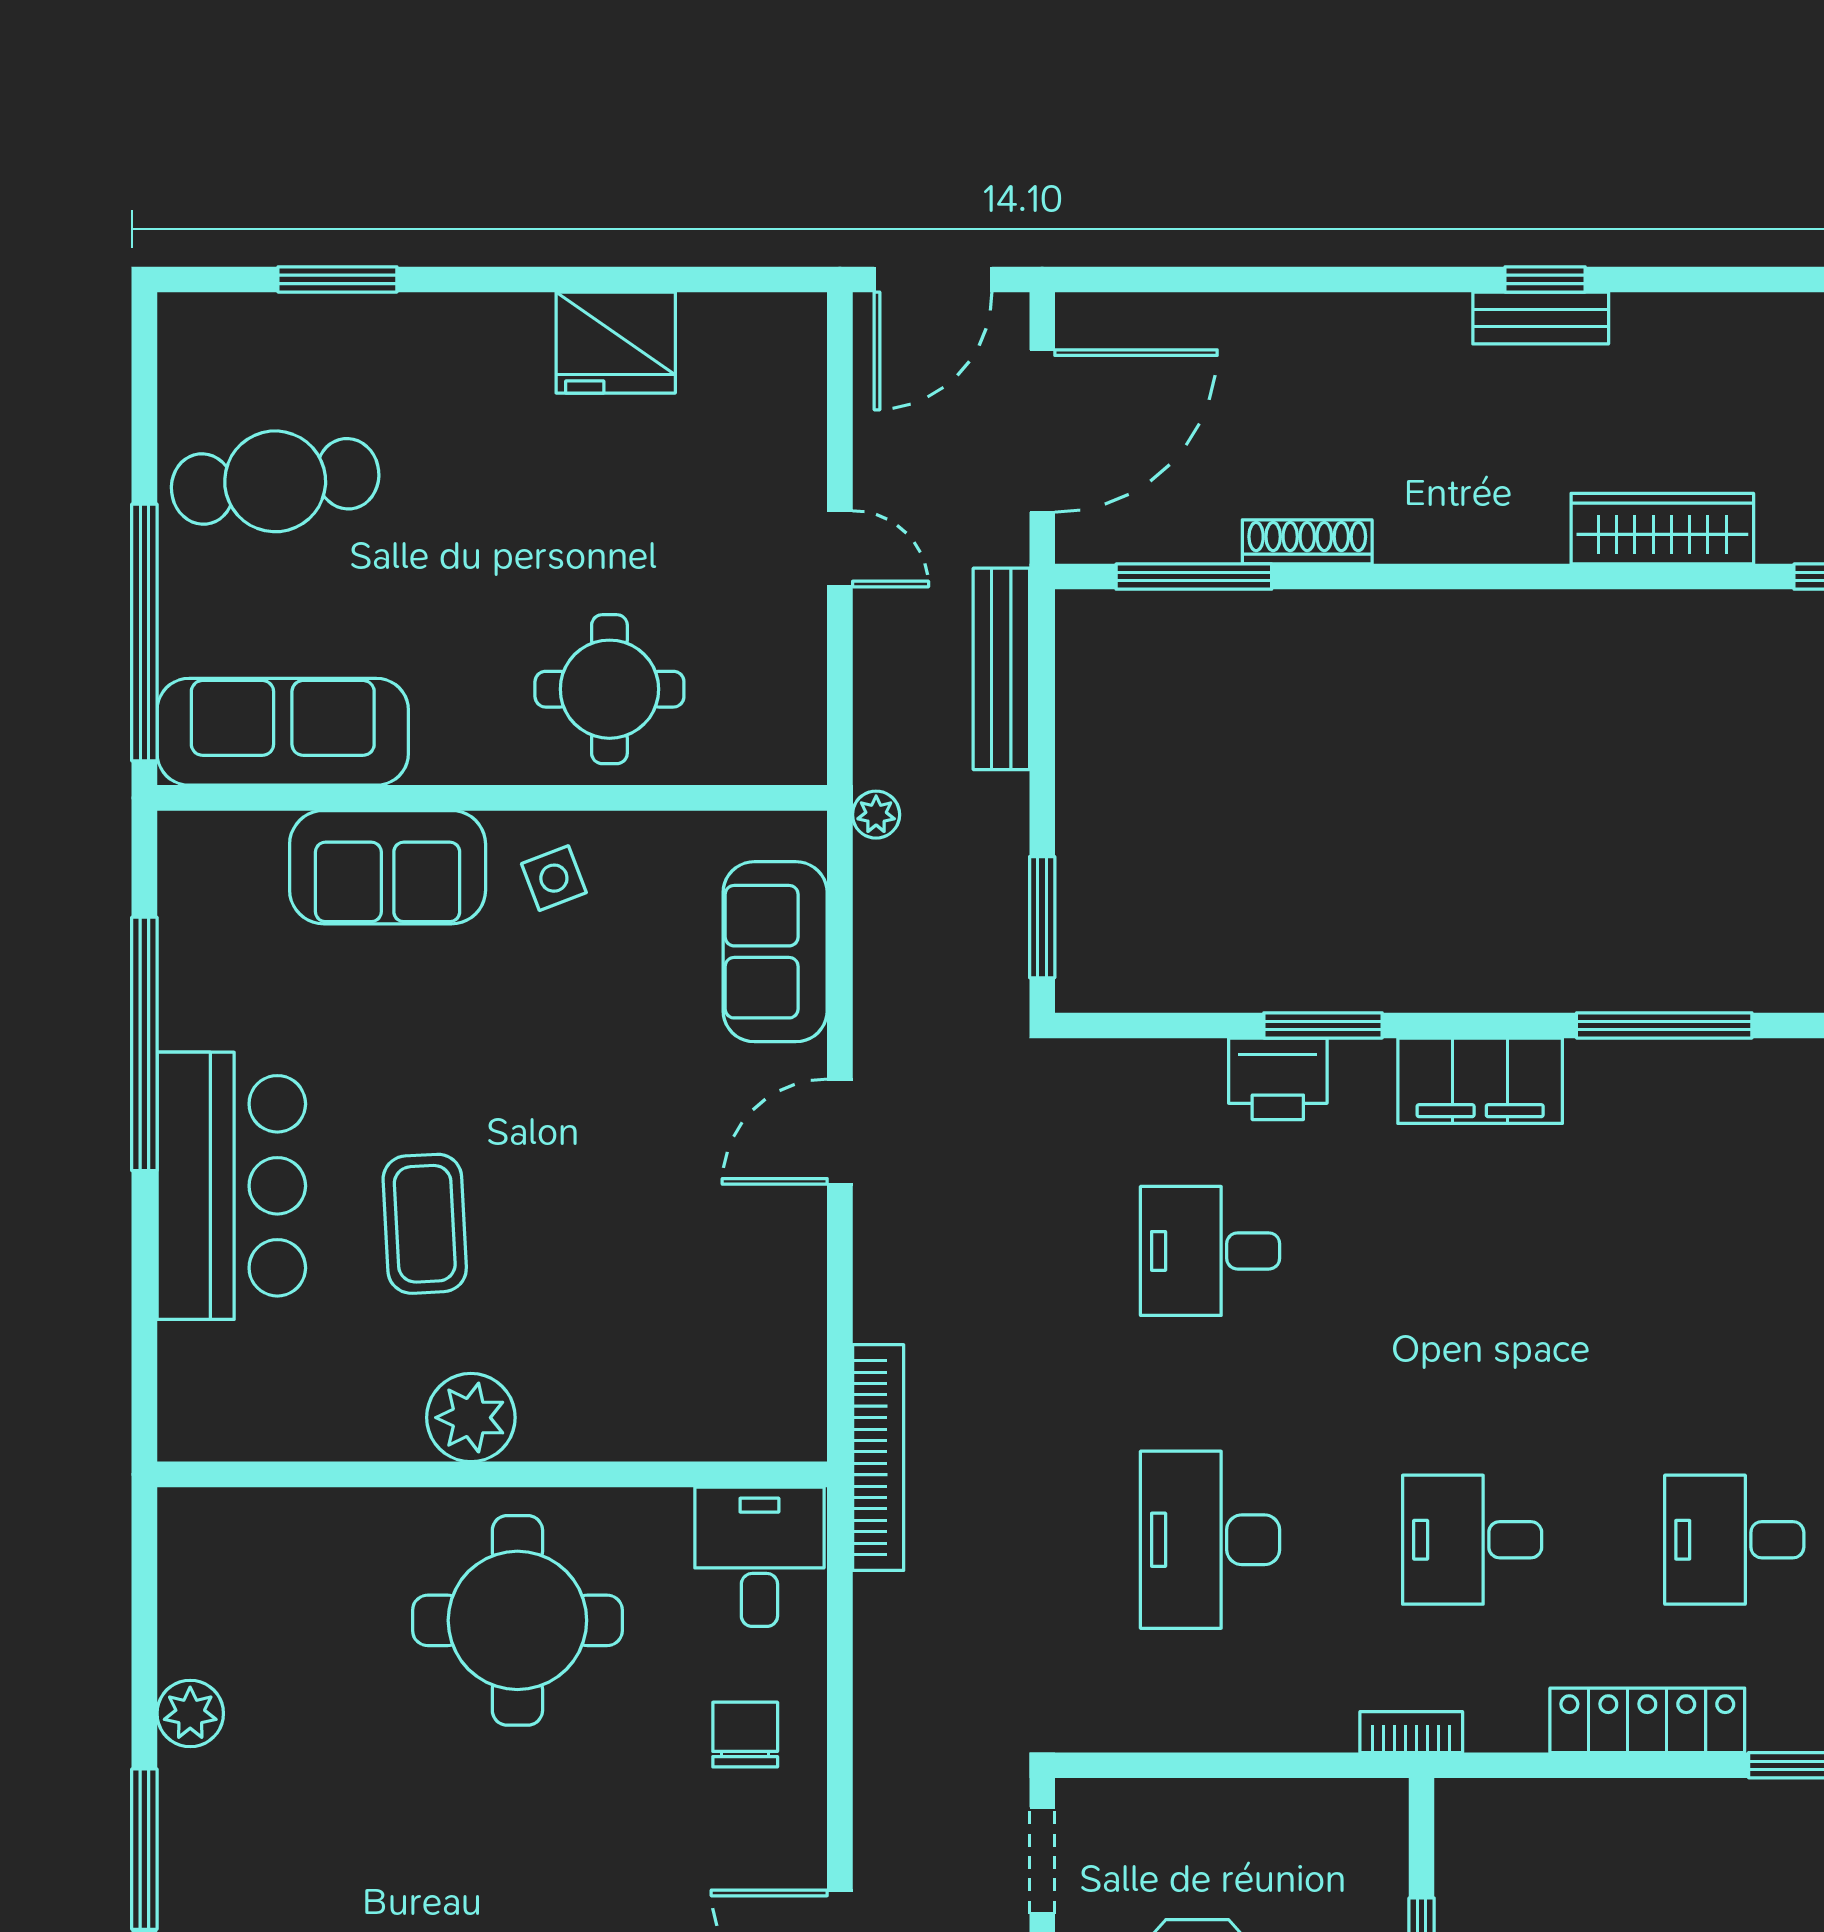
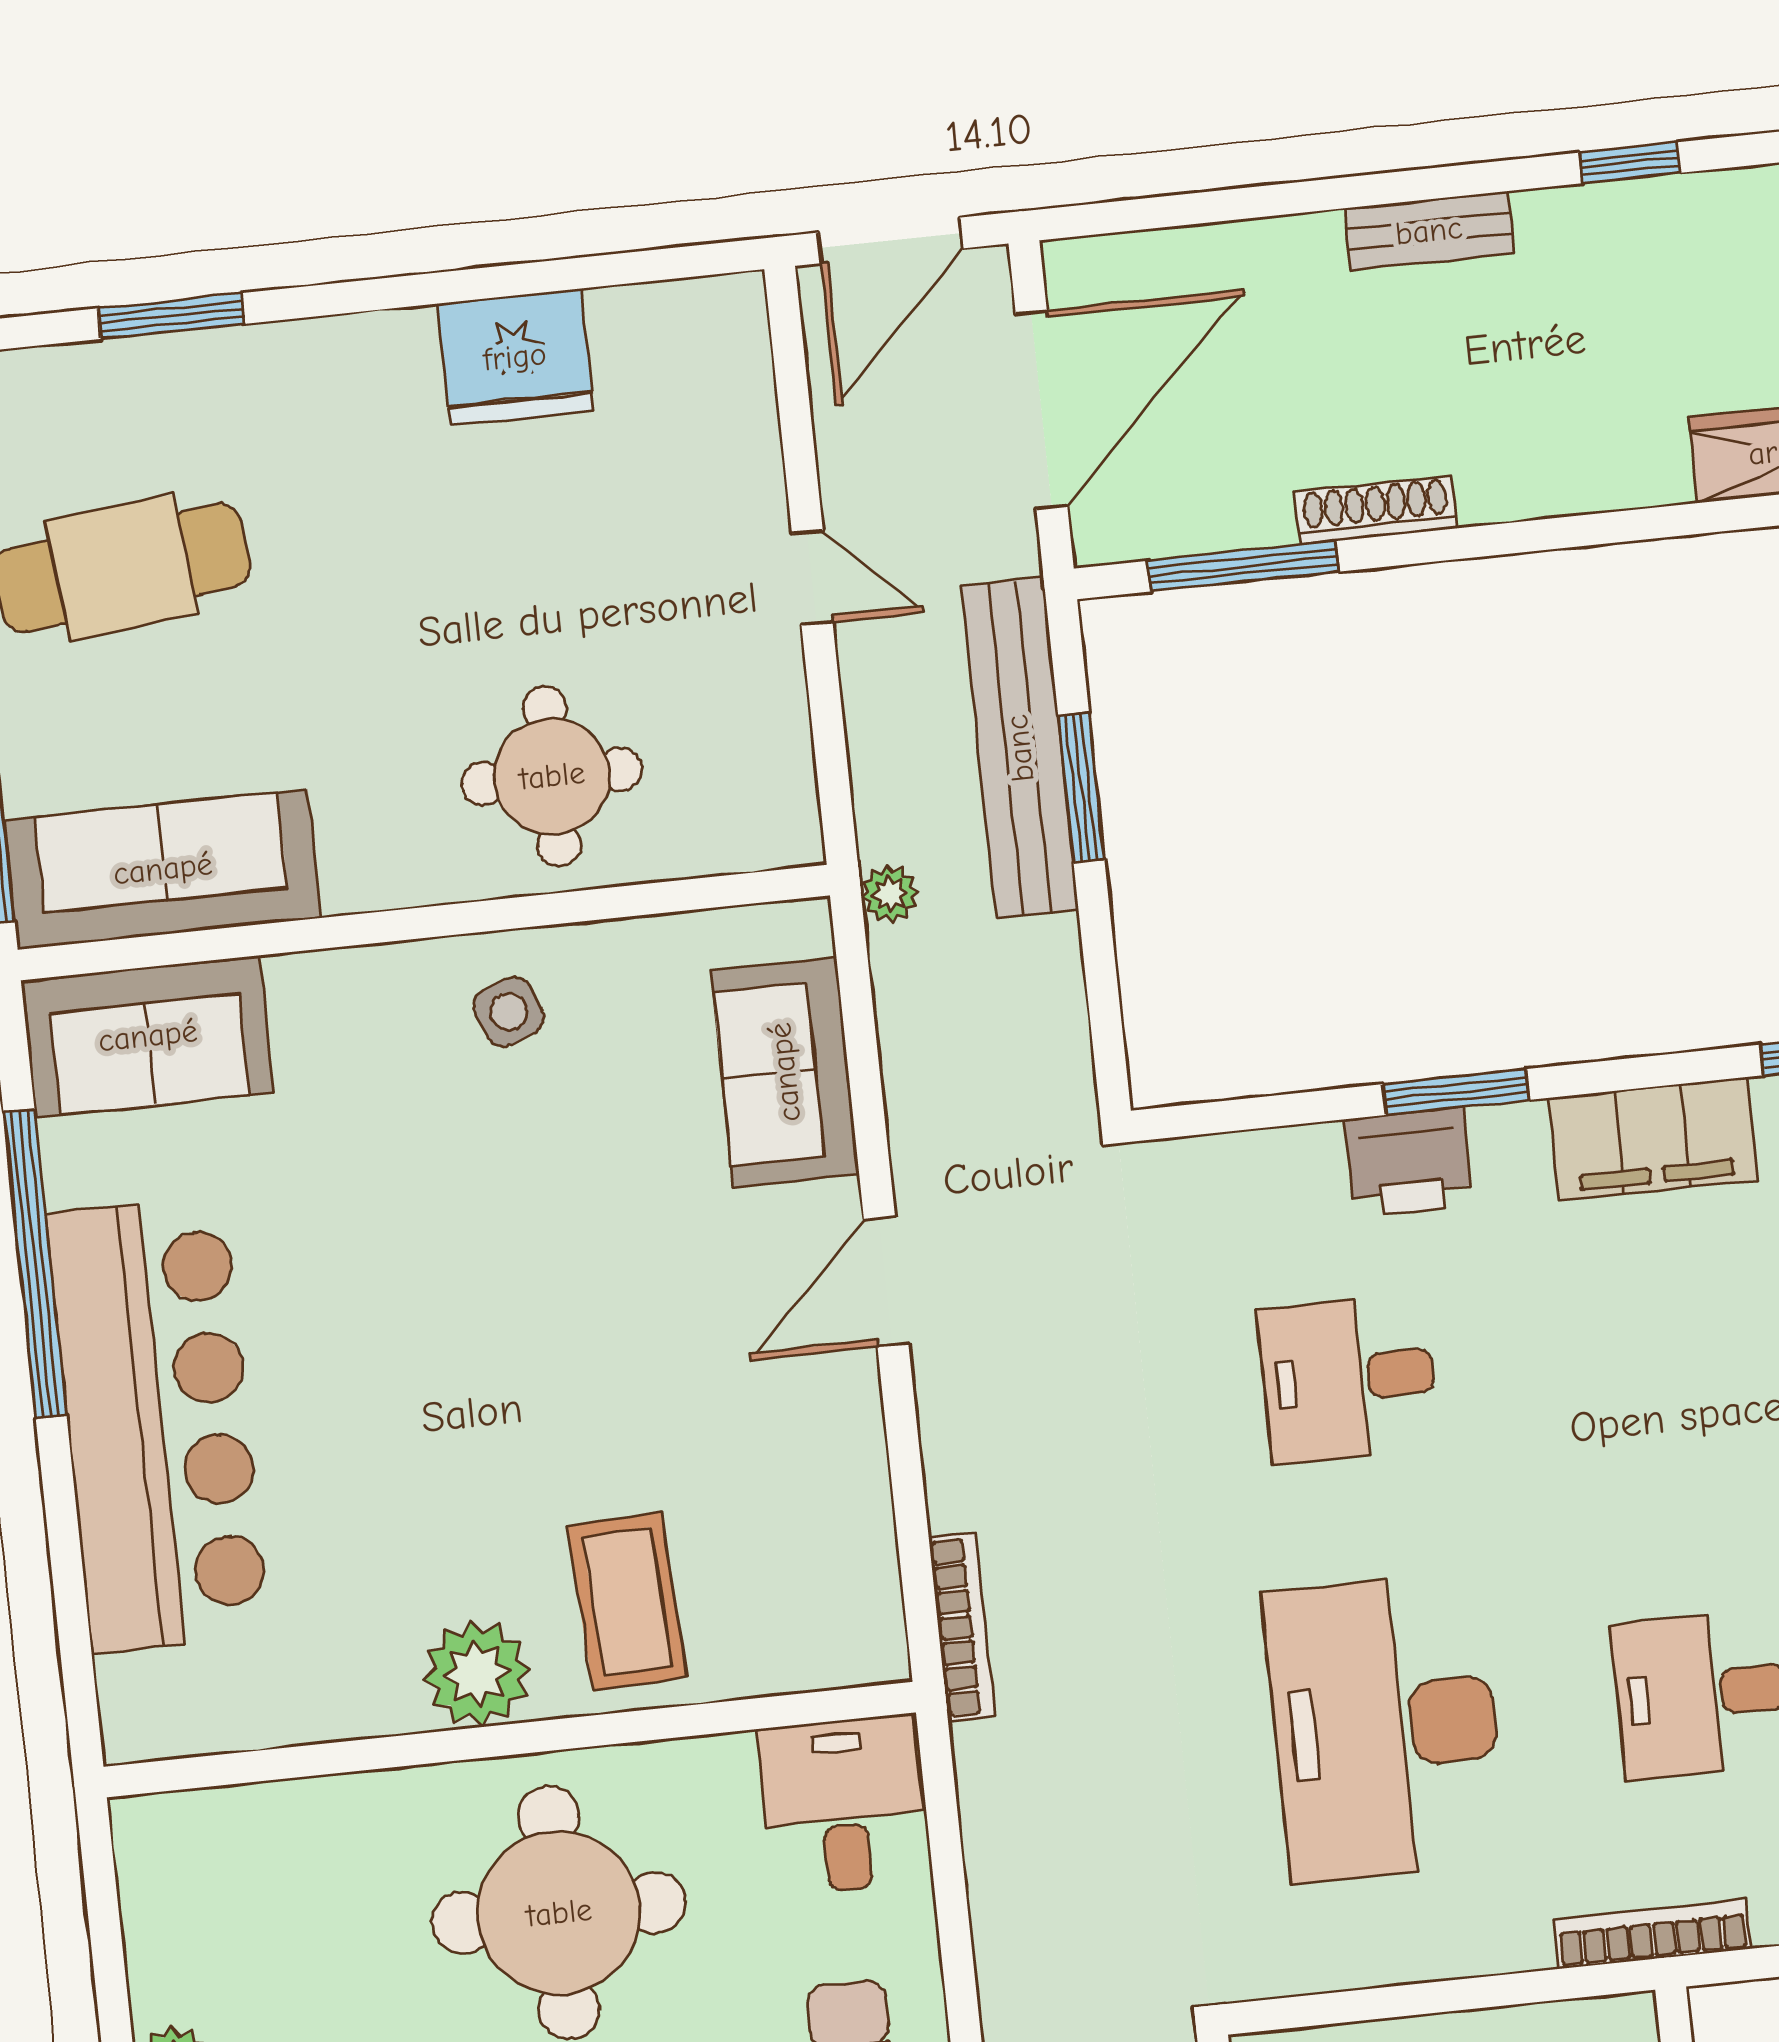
bench: (1541, 318) -> (1429, 231), moved
bench: (1001, 669) -> (1020, 748), width x1.37, depth x1.21
sofa: (388, 867) -> (148, 1036), moved
window: (1042, 917) -> (1081, 787), moved
bar counter: (231, 1186) -> (158, 1424), width x1.36
coffee table: (425, 1224) -> (627, 1602), moved
bookcase: (878, 1458) -> (962, 1627), width x0.68, depth x0.76
desk: (1210, 1540) -> (1385, 1727), width x1.36, depth x1.30
bookcase: (1411, 1732) -> (1652, 1934), width x1.56

